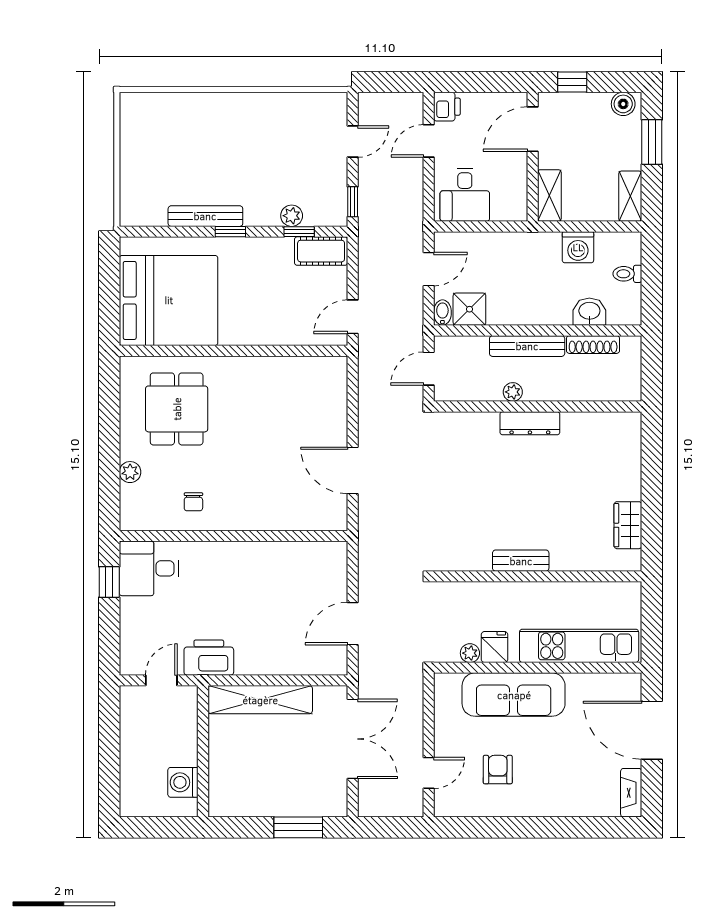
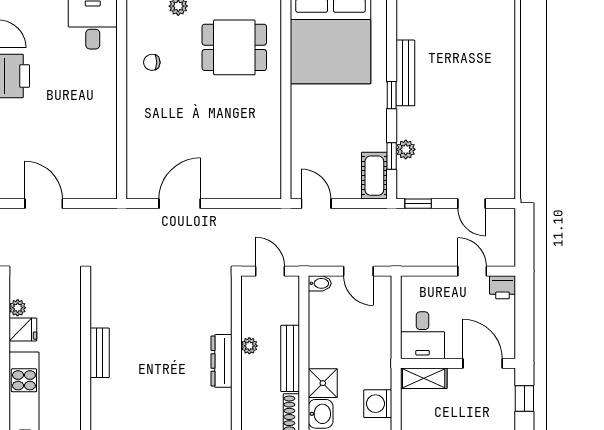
desk: (465, 195) -> (423, 335), moved, turned -90
shower: (469, 309) -> (323, 383), moved

